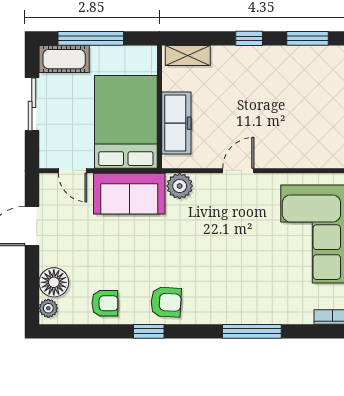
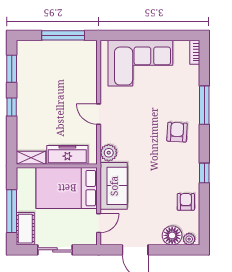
shelving: (188, 55) -> (31, 158), moved, turned 90
armchair: (166, 302) -> (177, 132), moved

